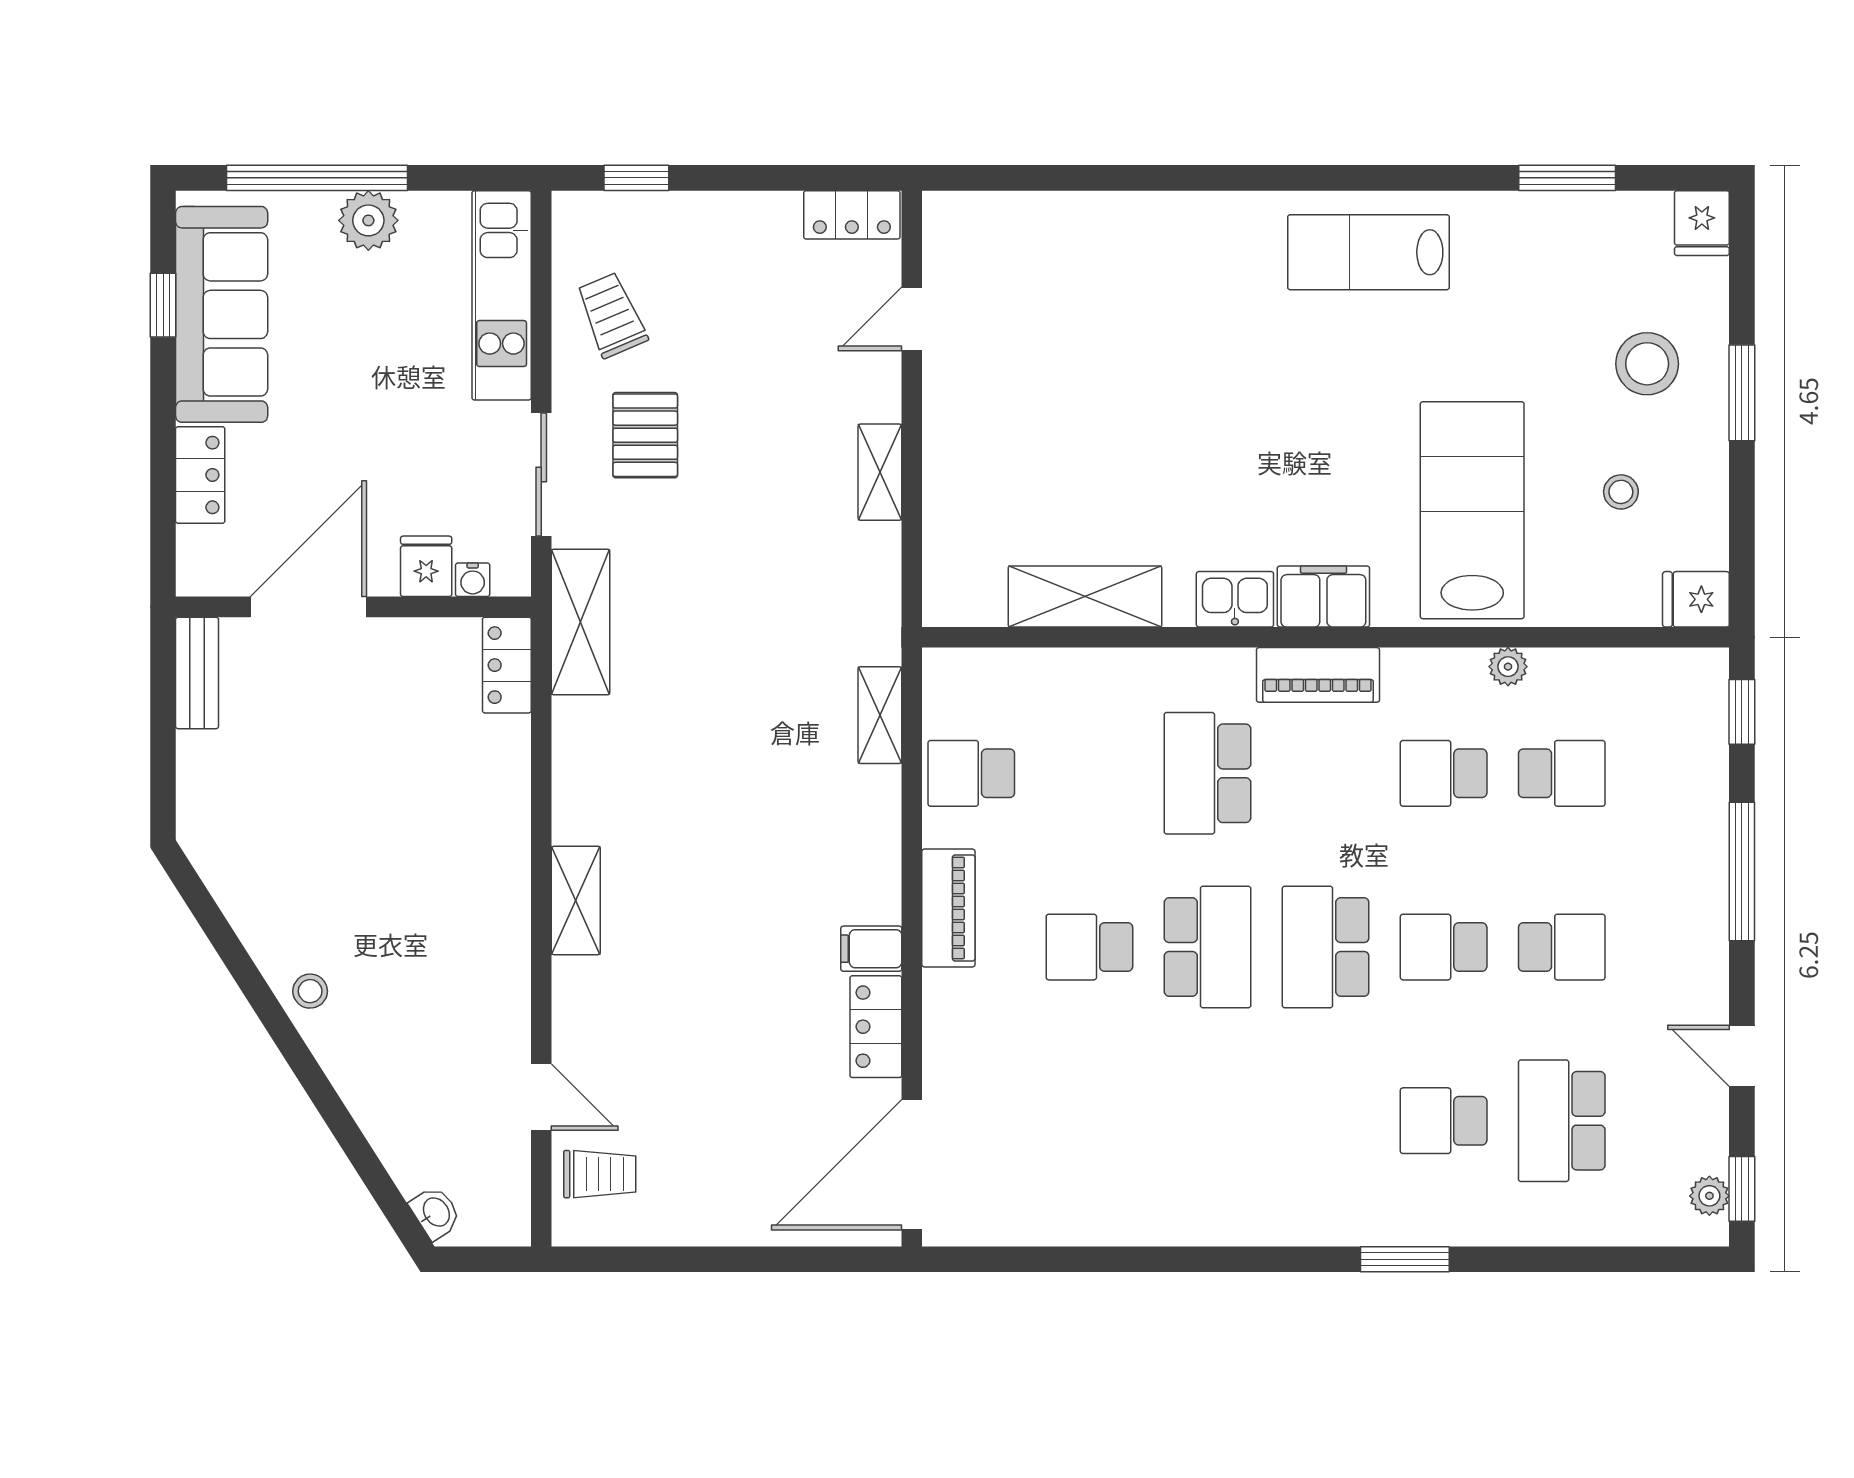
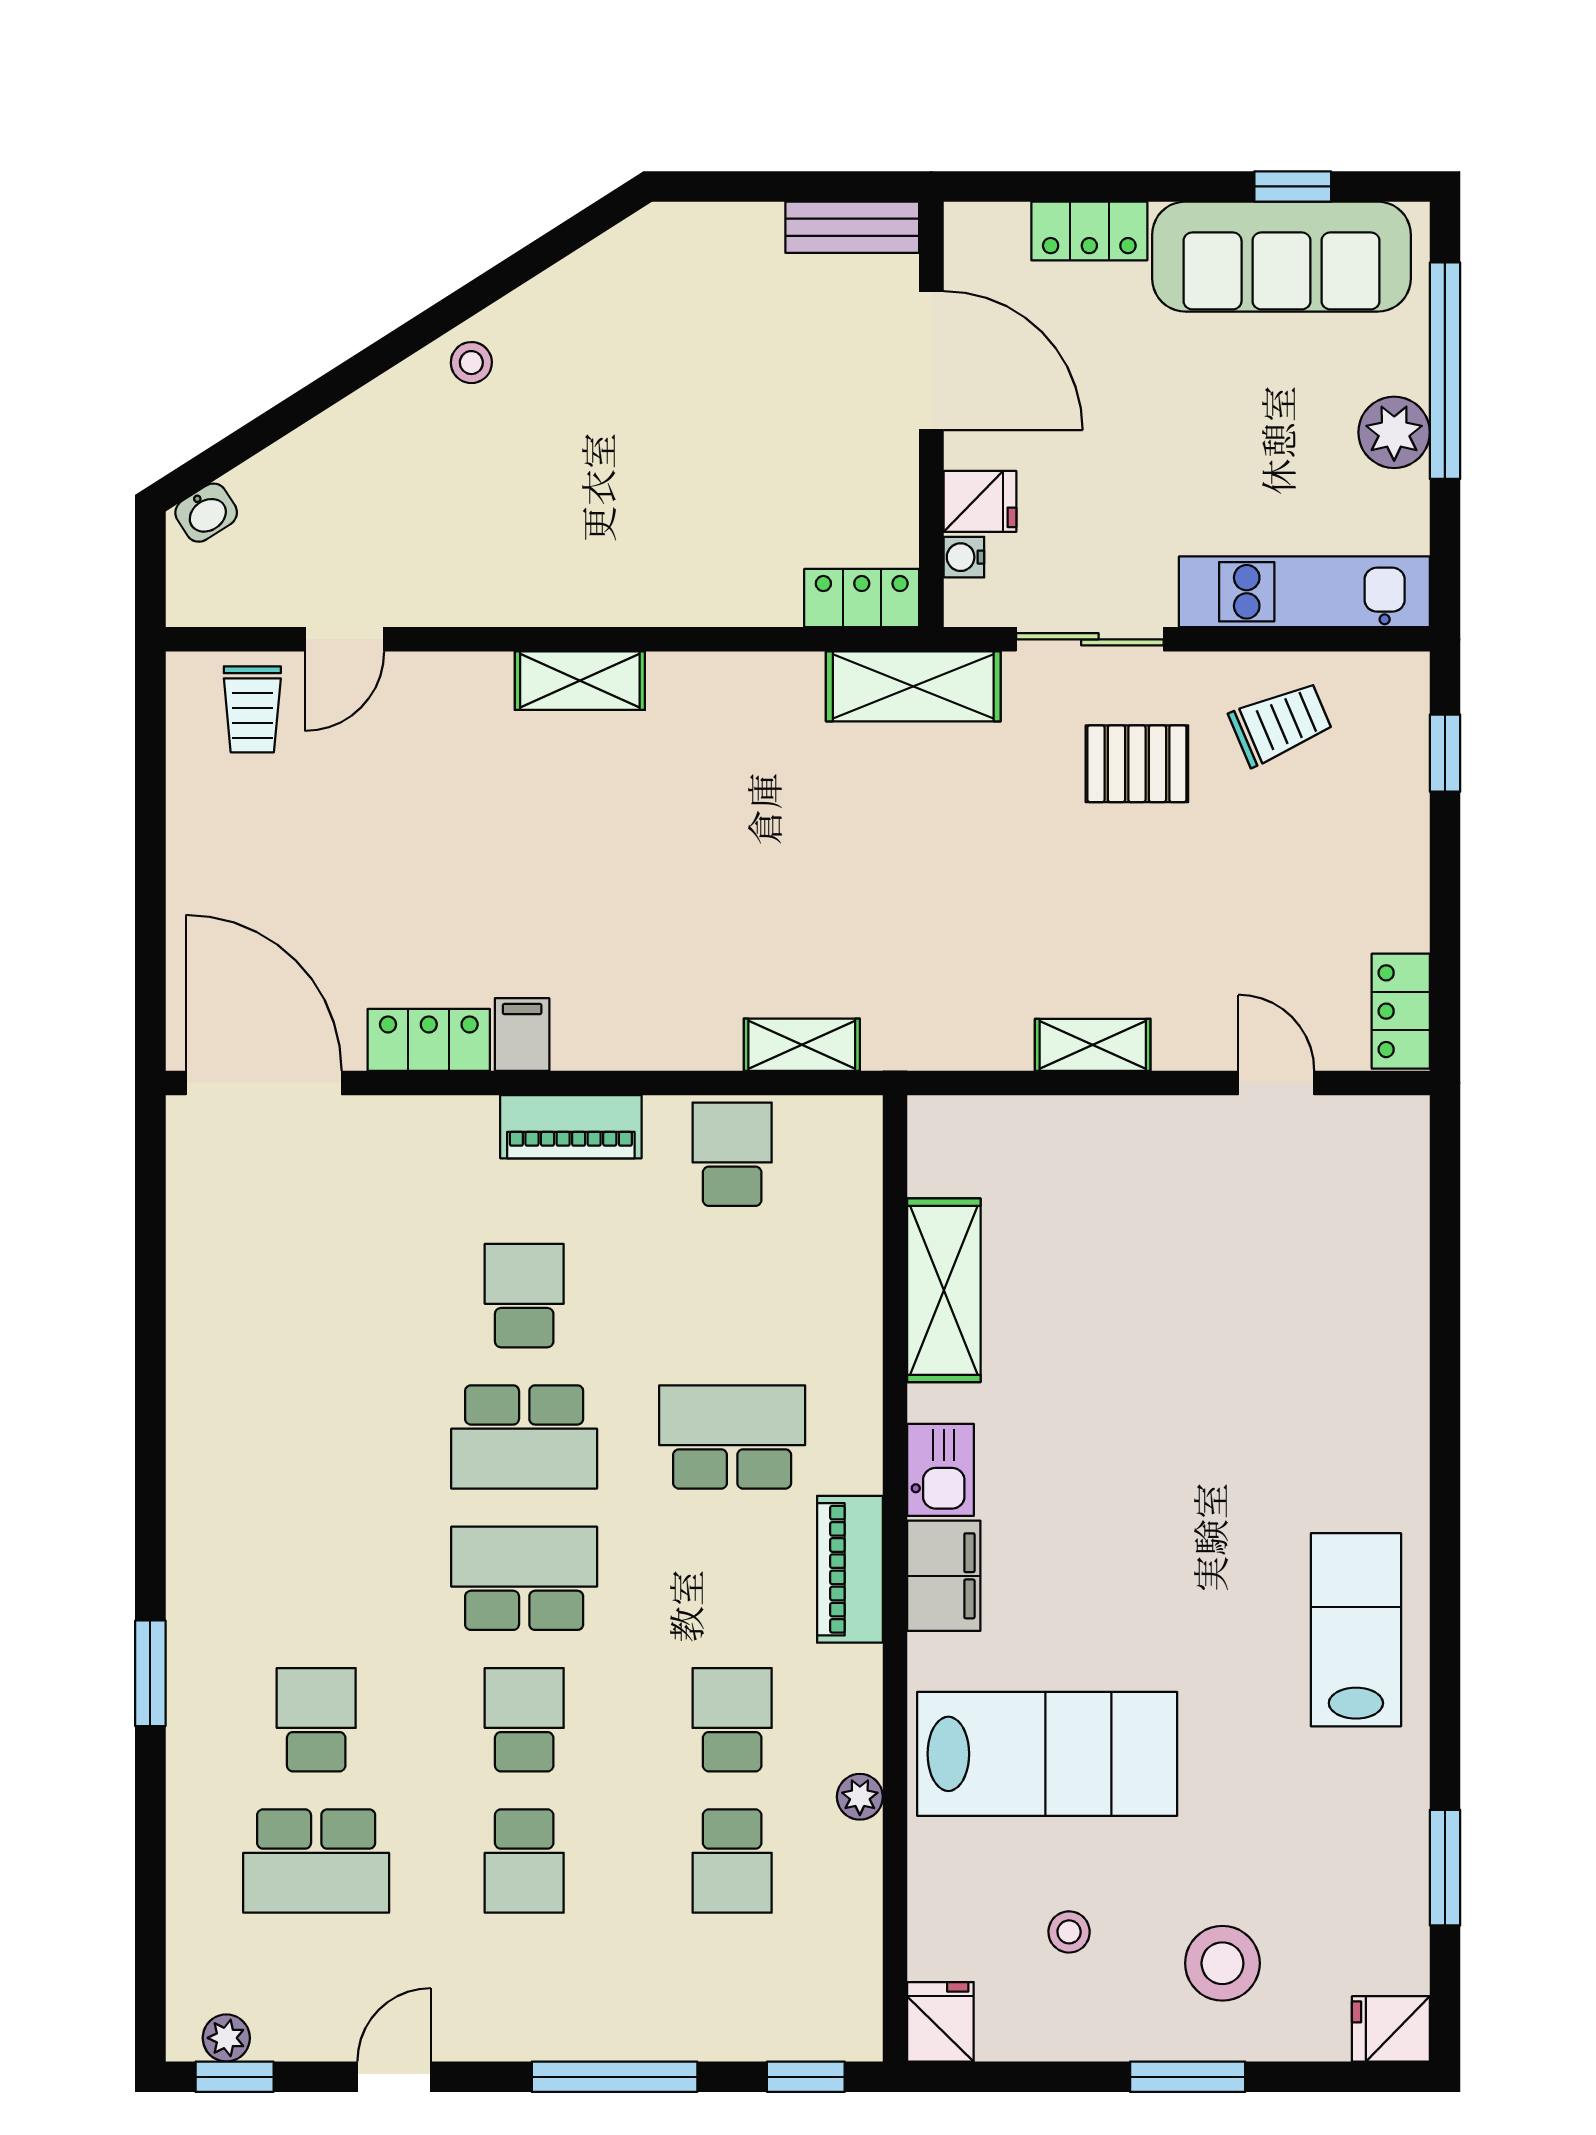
school desk: (1562, 1121) -> (316, 1861), turned 180

